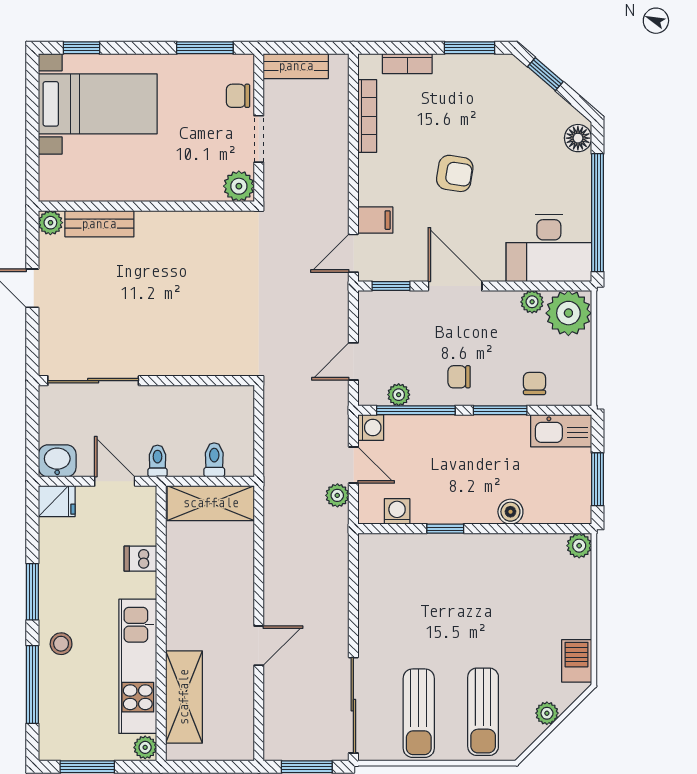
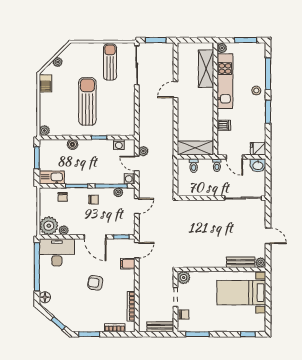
bed with nightstands: (98, 104) -> (241, 293), moved
sun lounger: (483, 712) -> (87, 101), moved, width x1.36, depth x1.34

